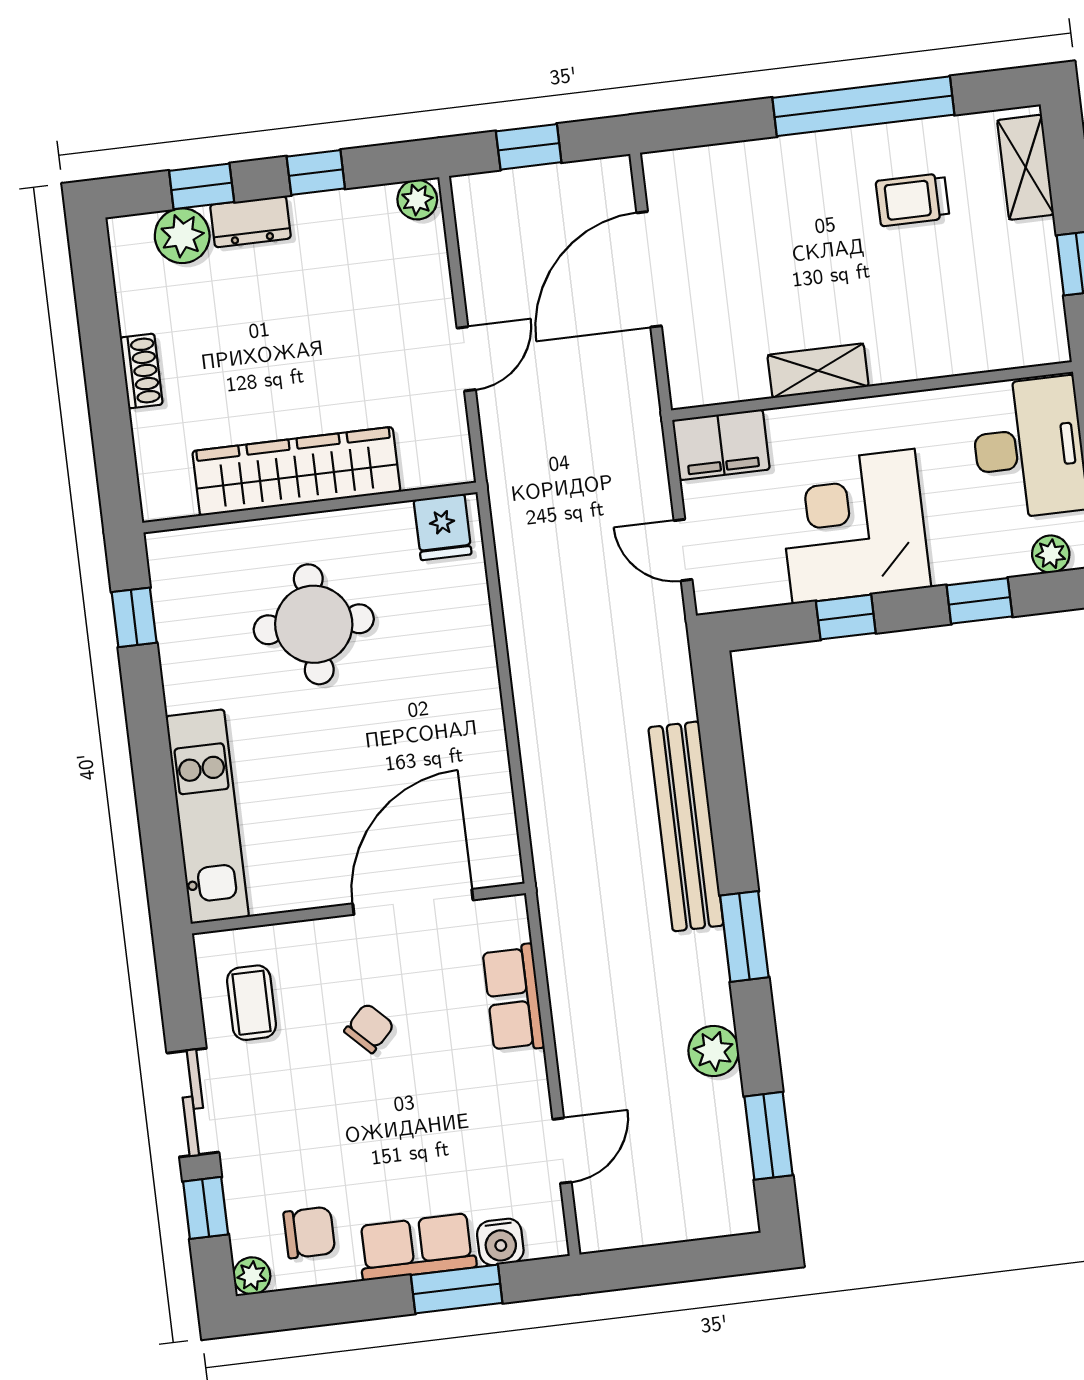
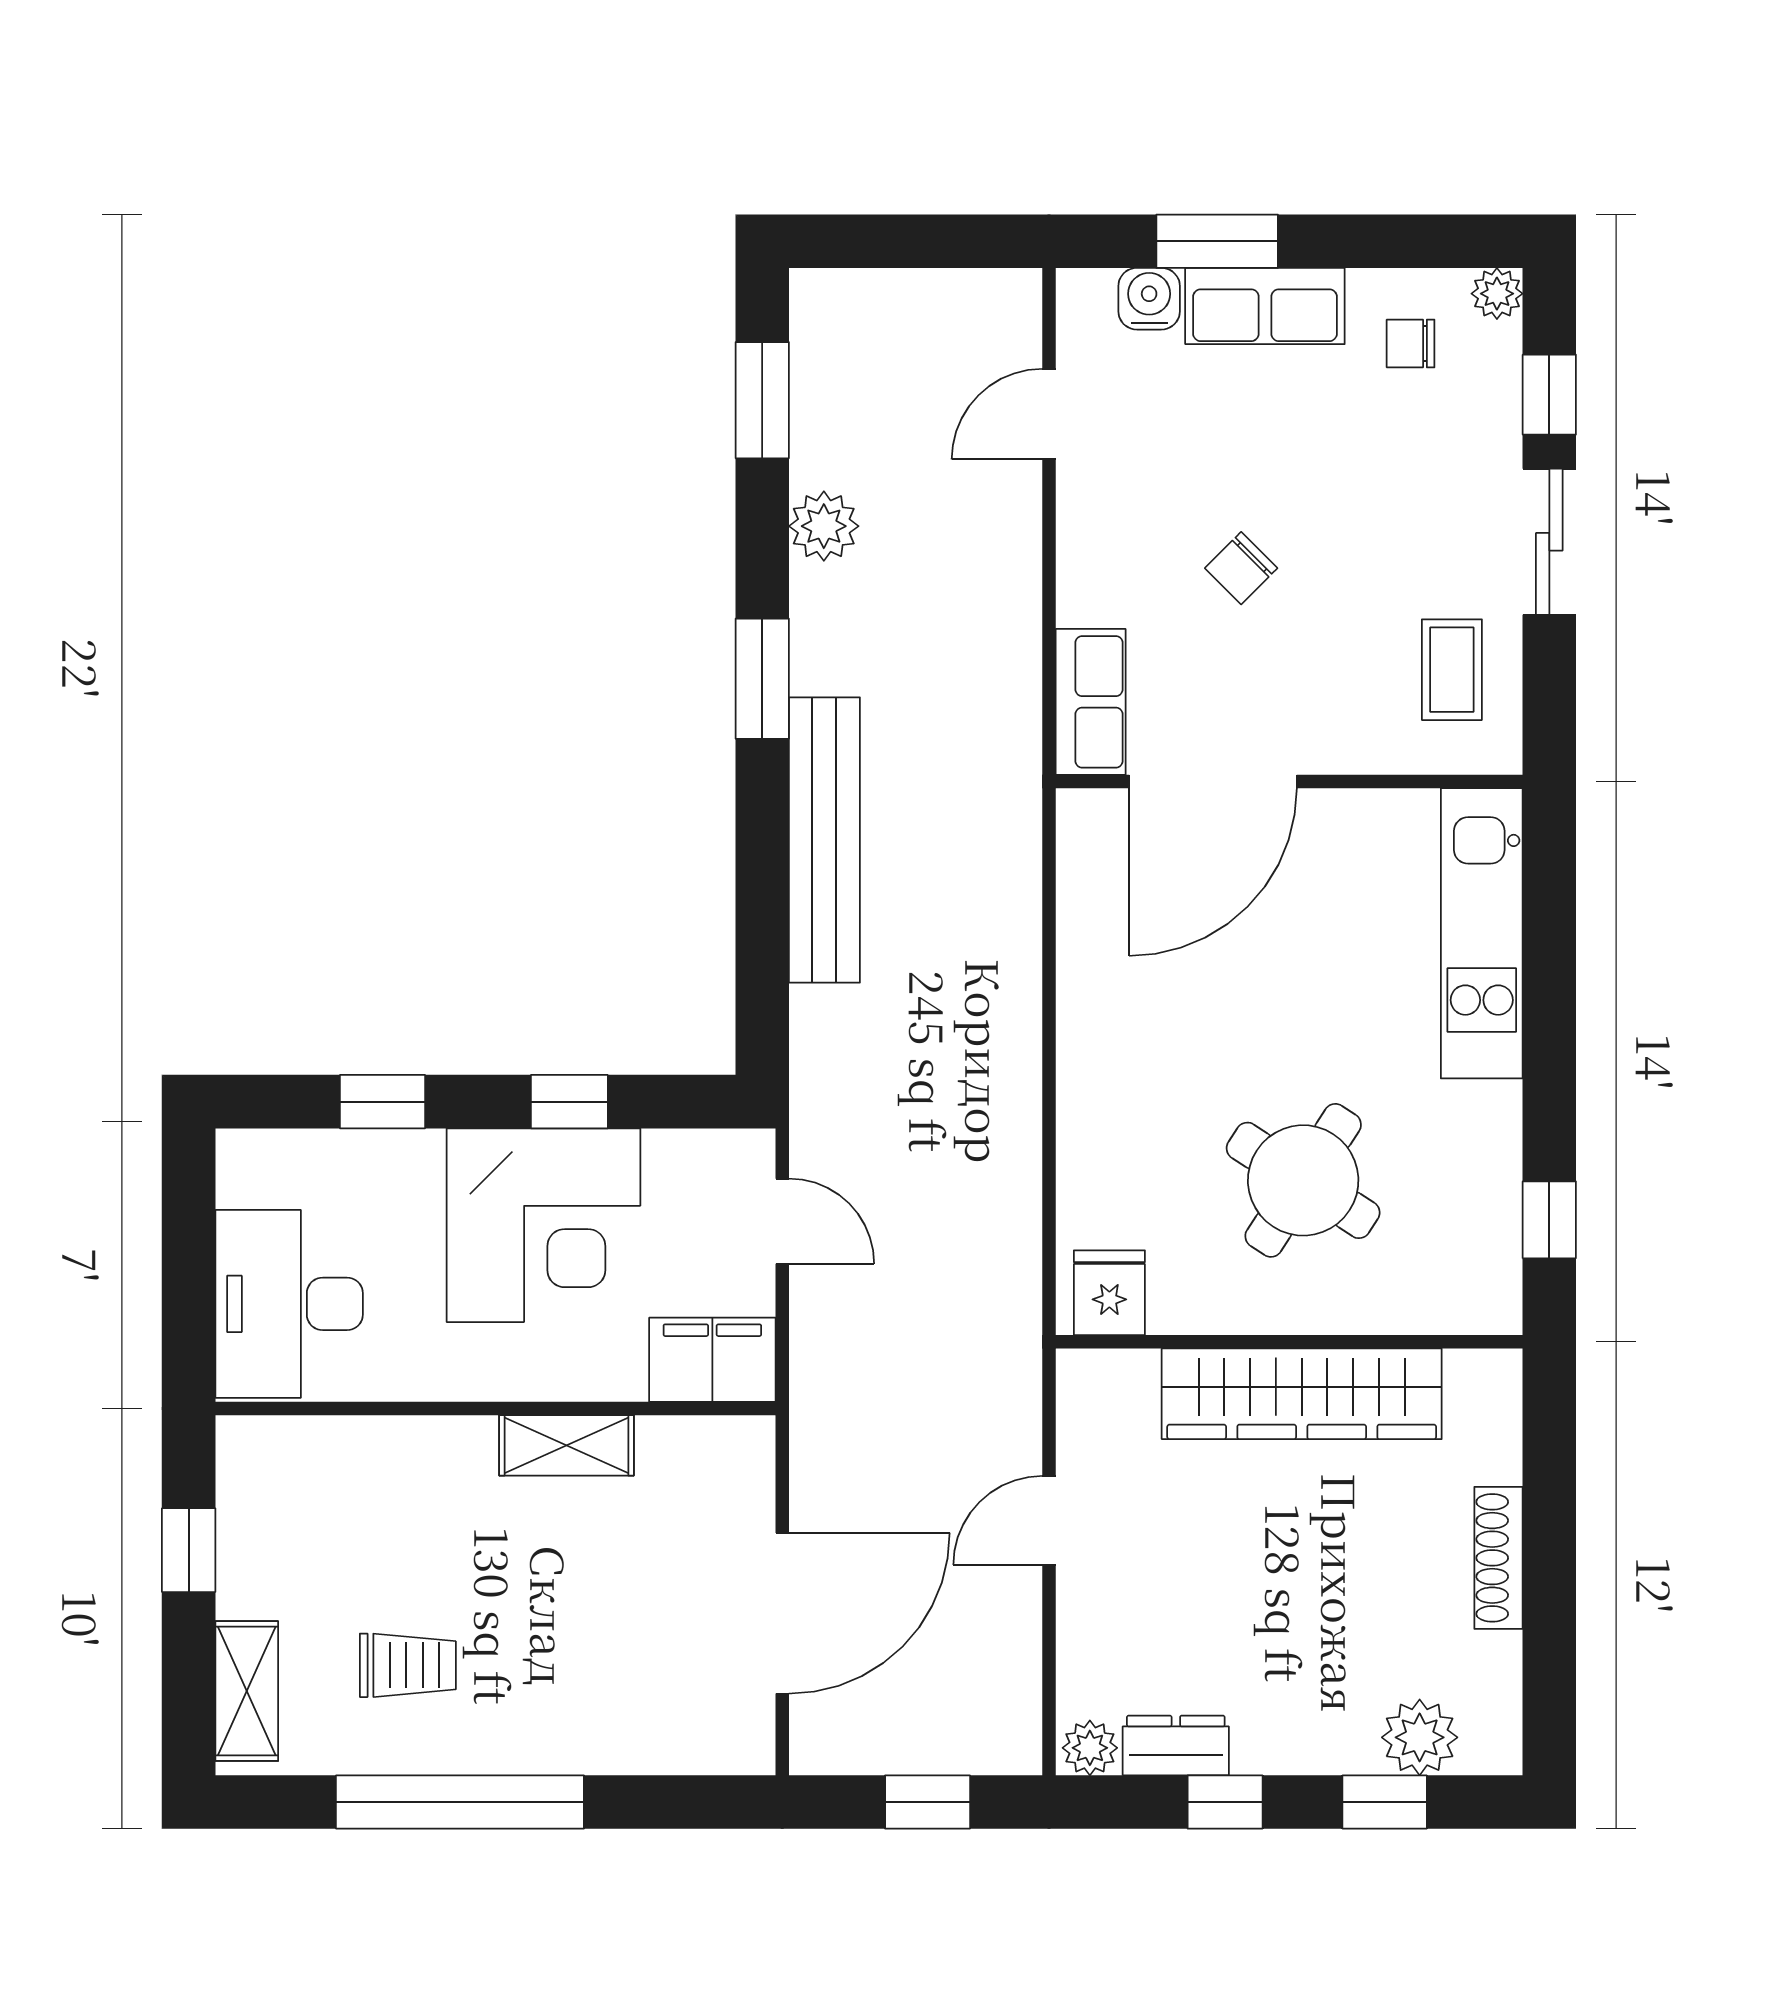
dresser: (250, 222) -> (1176, 1745), moved
shoe rack: (141, 371) -> (1498, 1558), width x1.43
plant: (1051, 554) -> (277, 1154), removed
round table: (314, 624) -> (1303, 1180), turned 33
row of seats: (513, 998) -> (1091, 702), moved
chair: (369, 1028) -> (1241, 568), moved
chair: (309, 1233) -> (1411, 344), width x0.73, depth x0.73

